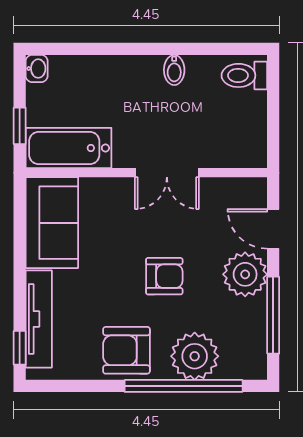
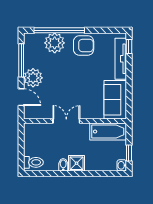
shower: (143, 73) -> (77, 163), added
window: (20, 126) -> (129, 153), moved
armchair: (164, 276) -> (67, 77), removed

